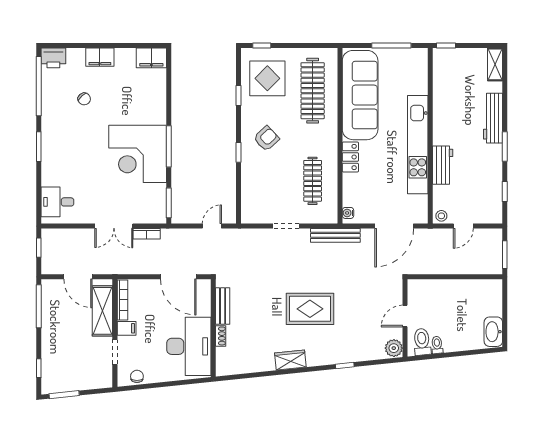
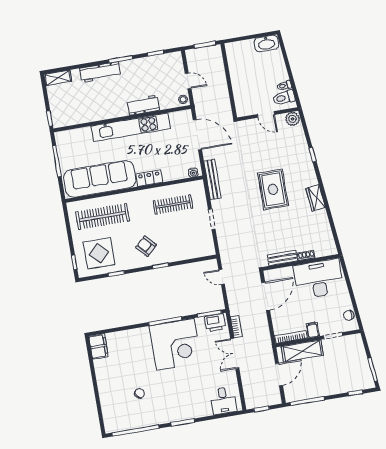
filing cabinet: (100, 57) -> (105, 387), removed
printer: (53, 58) -> (215, 323), moved, turned 90
double door: (114, 226) -> (235, 353), swing flipped

